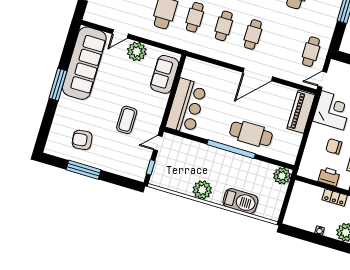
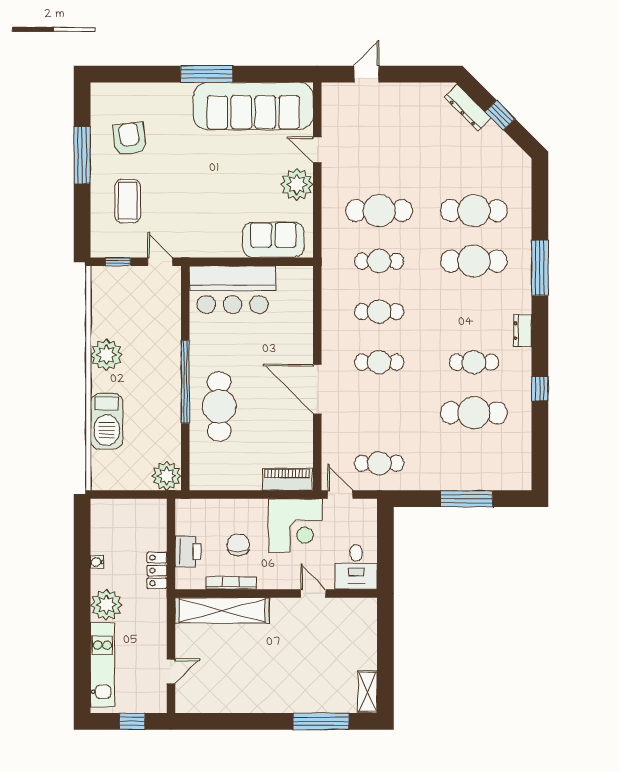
piano: (301, 112) -> (287, 479), width x0.73, depth x0.75
coffee table: (127, 120) -> (128, 201), moved, turned 90

